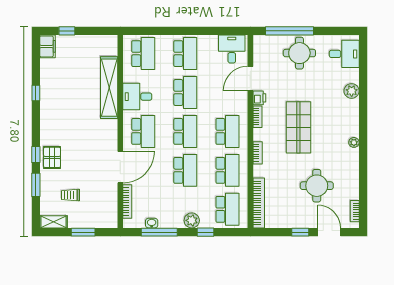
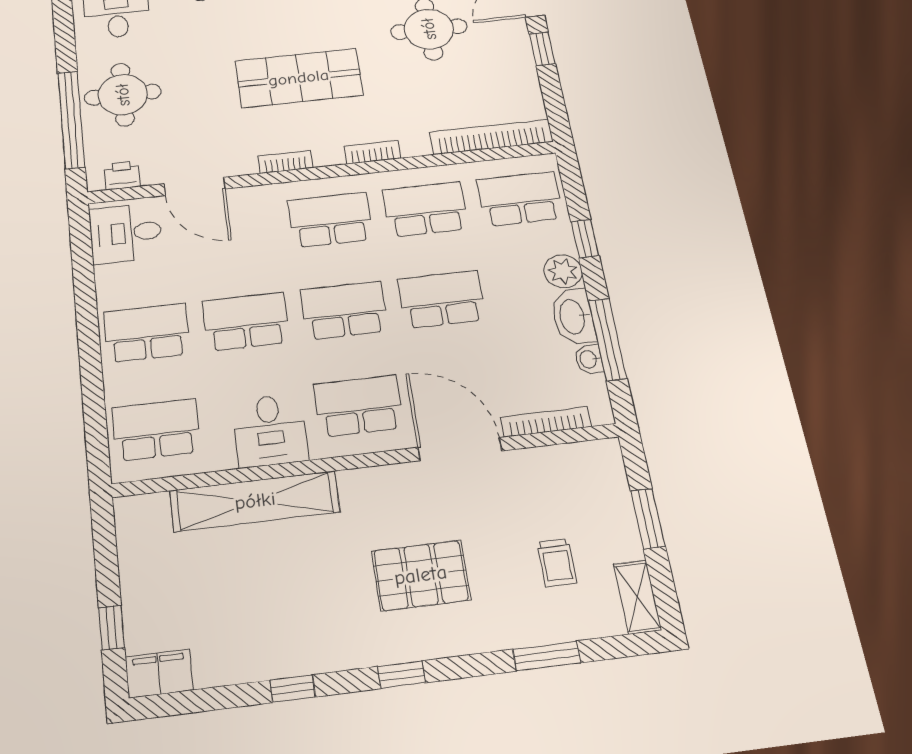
printer: (259, 98) -> (122, 176), moved
window: (36, 155) -> (401, 675), moved
pallet: (52, 157) -> (421, 575), moved, width x1.50, depth x1.42
washbasin: (171, 221) -> (573, 317), added

